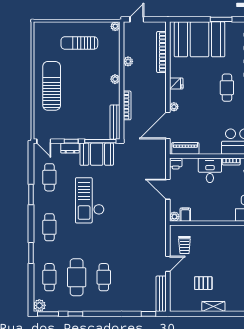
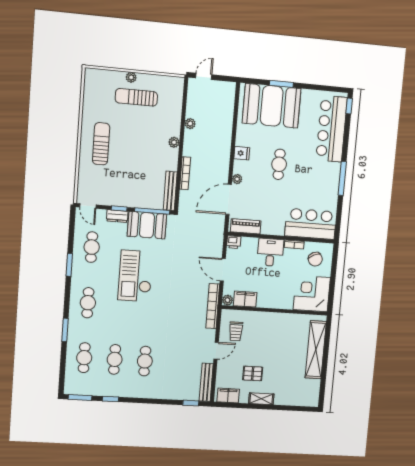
window: (221, 19) -> (281, 84), moved
plant: (115, 26) -> (131, 77), moved
bookcase: (161, 52) -> (213, 306), moved
sun lounger: (52, 86) -> (101, 144), width x0.73, depth x0.75
cafe table: (227, 88) -> (279, 164), moved
filing cabinet: (185, 215) -> (245, 299), width x2.00
cafe table: (77, 277) -> (115, 359), width x0.73, depth x0.74
plant: (39, 305) -> (71, 388), removed
filing cabinet: (182, 305) -> (228, 395), added

